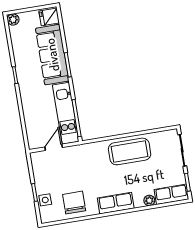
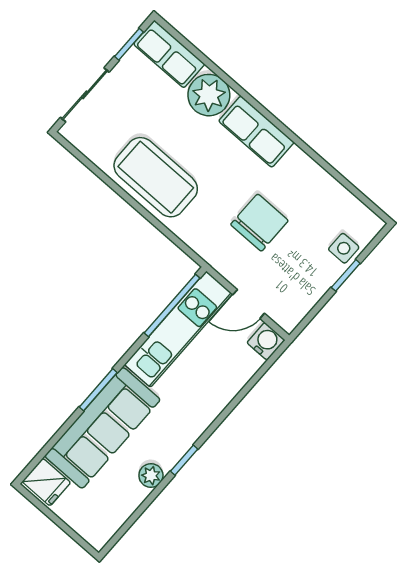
plant: (13, 20) -> (151, 476), moved
water cooler: (34, 142) -> (266, 341), added
plant: (149, 200) -> (209, 95), width x1.87, depth x1.87
chair: (74, 203) -> (260, 223), moved, turned 180

